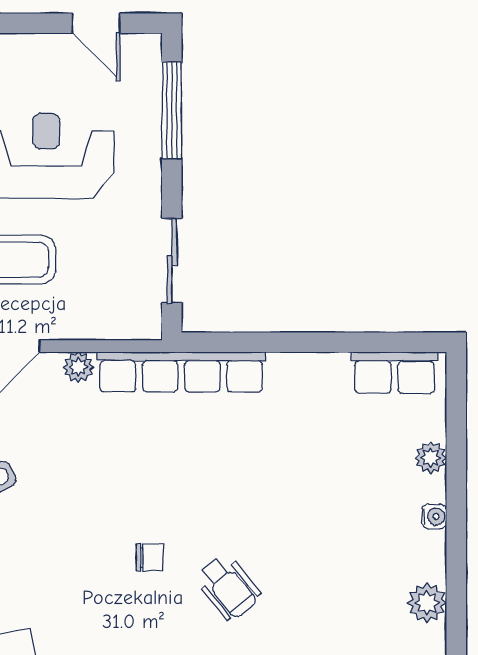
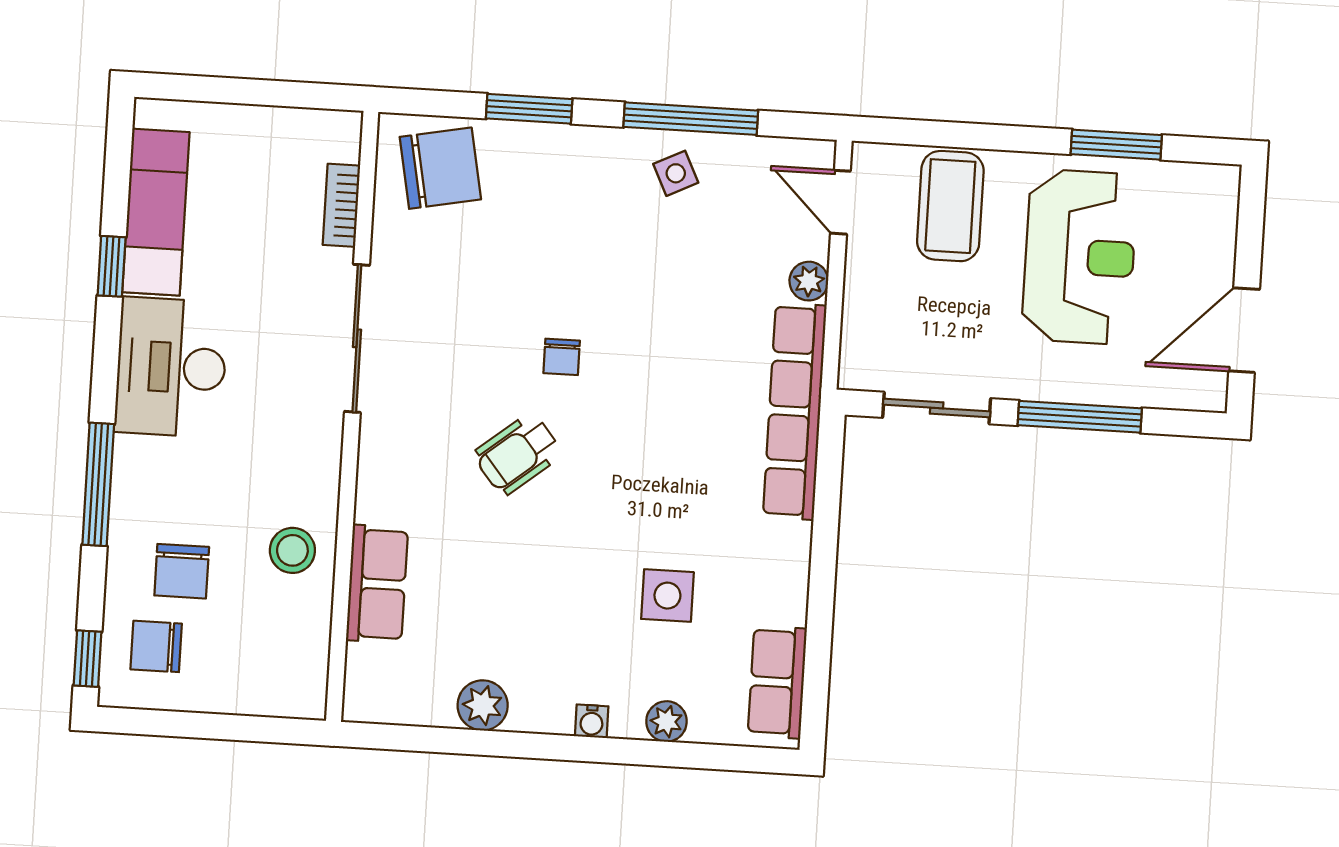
door: (96, 23) -> (1244, 330), width x1.38
window: (172, 110) -> (1080, 417), moved
side table: (332, 463) -> (667, 596), added

